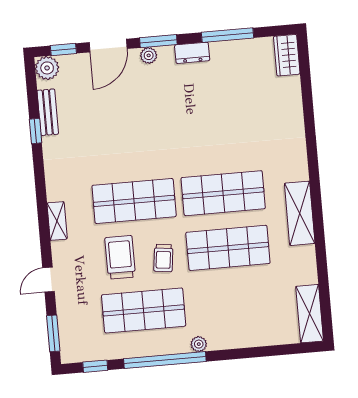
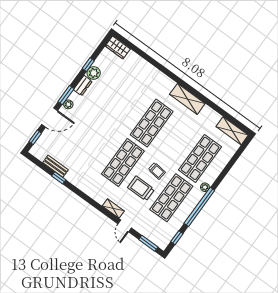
window: (228, 35) -> (88, 65), width x0.46
door: (108, 46) -> (50, 117), hinge flipped
plant: (47, 68) -> (94, 73), moved
shelving: (57, 221) -> (113, 208), moved
shop shelf: (228, 248) -> (200, 158), moved

